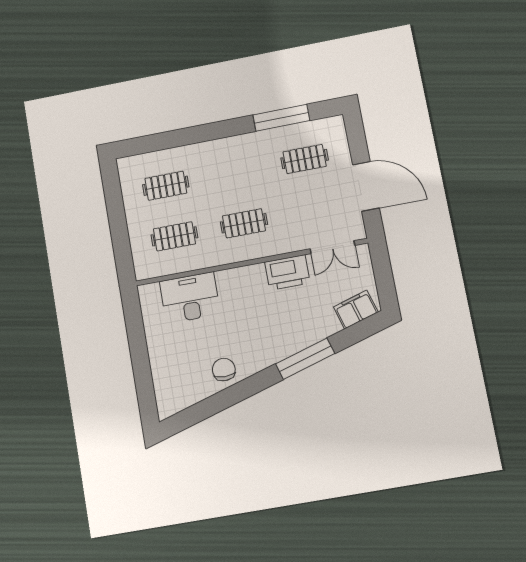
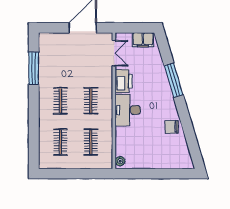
clothes rail: (305, 159) -> (60, 101), moved
plant: (151, 292) -> (120, 161), added
desk: (190, 298) -> (128, 110), moved
filing cabinet: (356, 310) -> (143, 40), moved, turned -73

